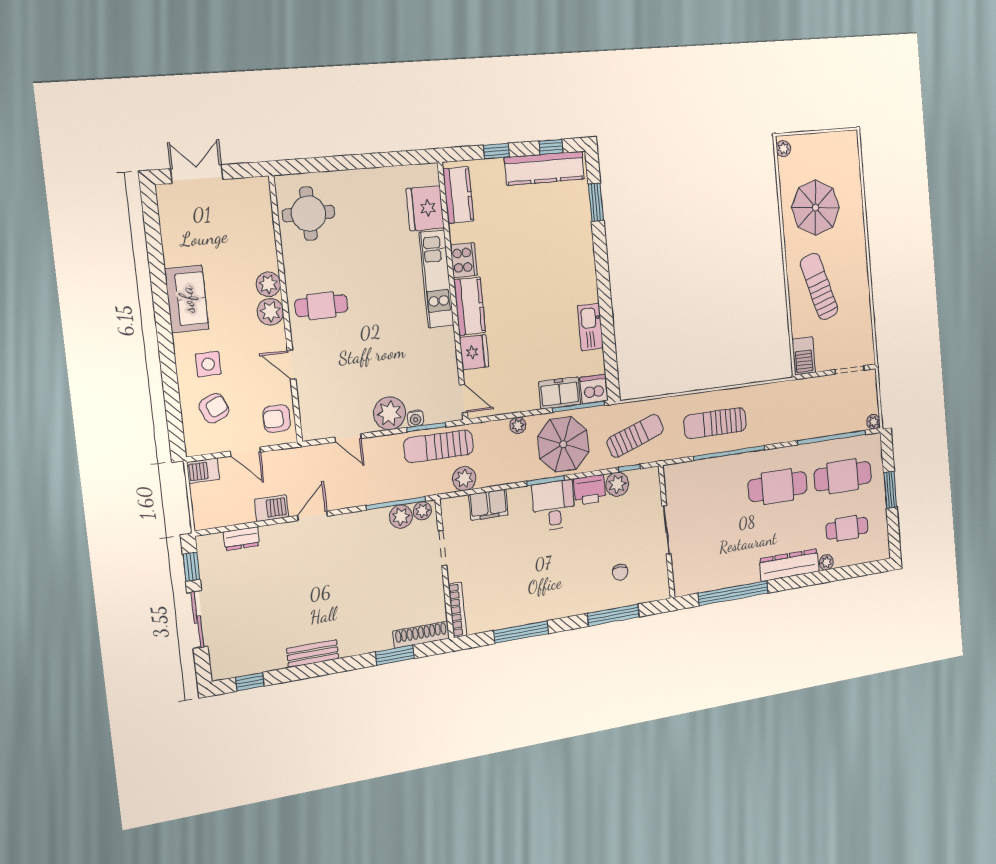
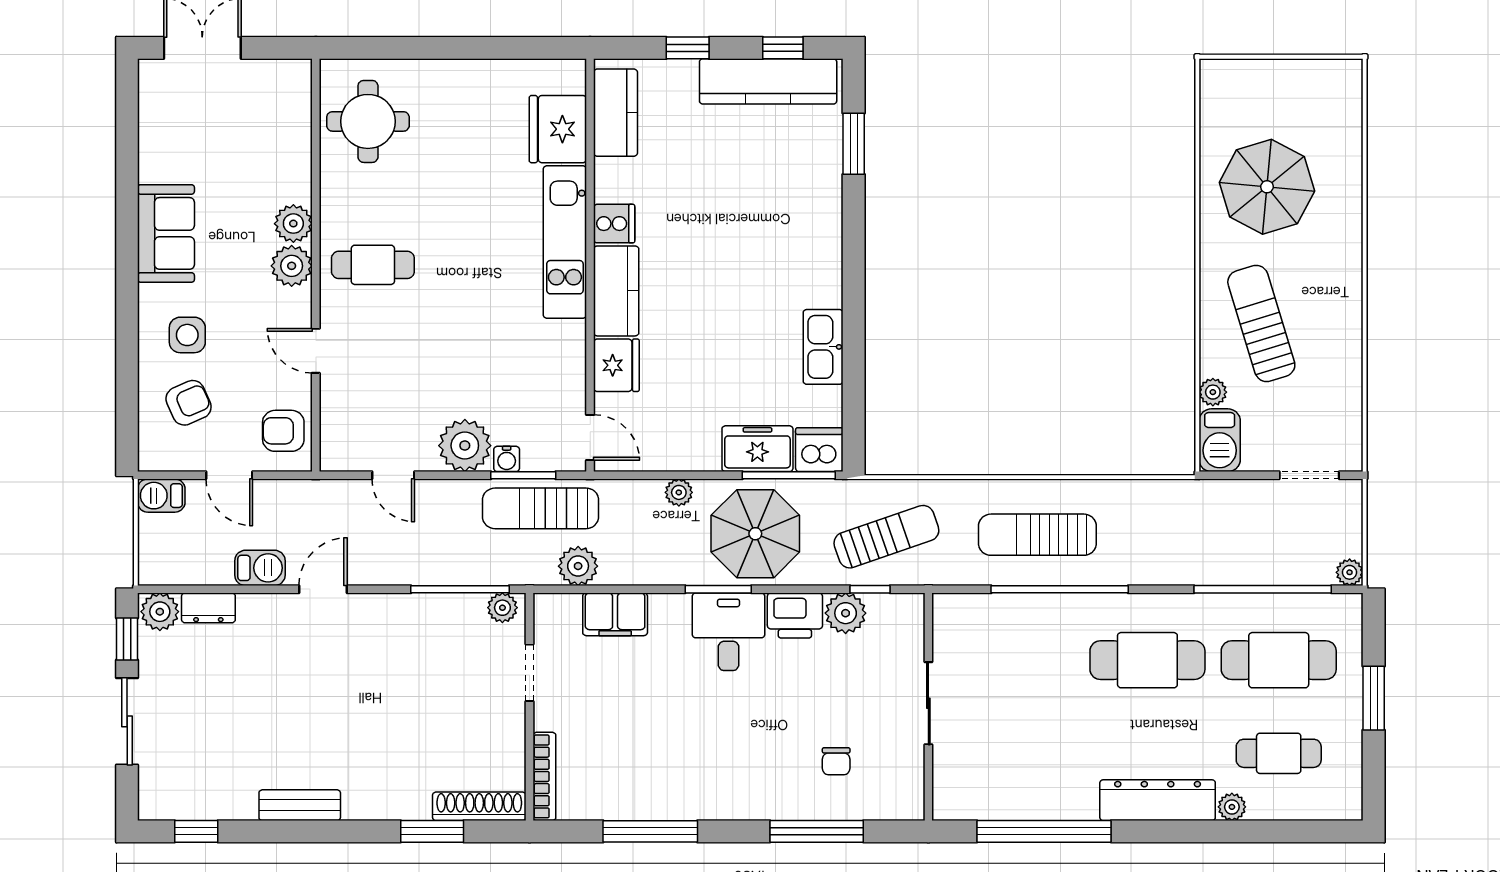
plant: (783, 149) -> (1213, 392), moved
cooker: (464, 260) -> (614, 224), width x0.73
plant: (401, 517) -> (160, 612), moved

